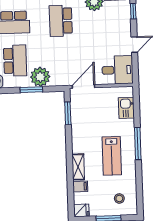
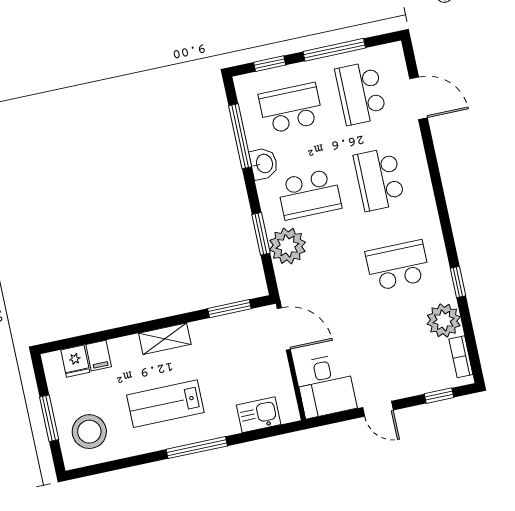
shelving: (78, 167) -> (165, 339), moved
stool: (119, 198) -> (89, 432), width x1.89, depth x1.89
fridge: (81, 210) -> (75, 361), moved

